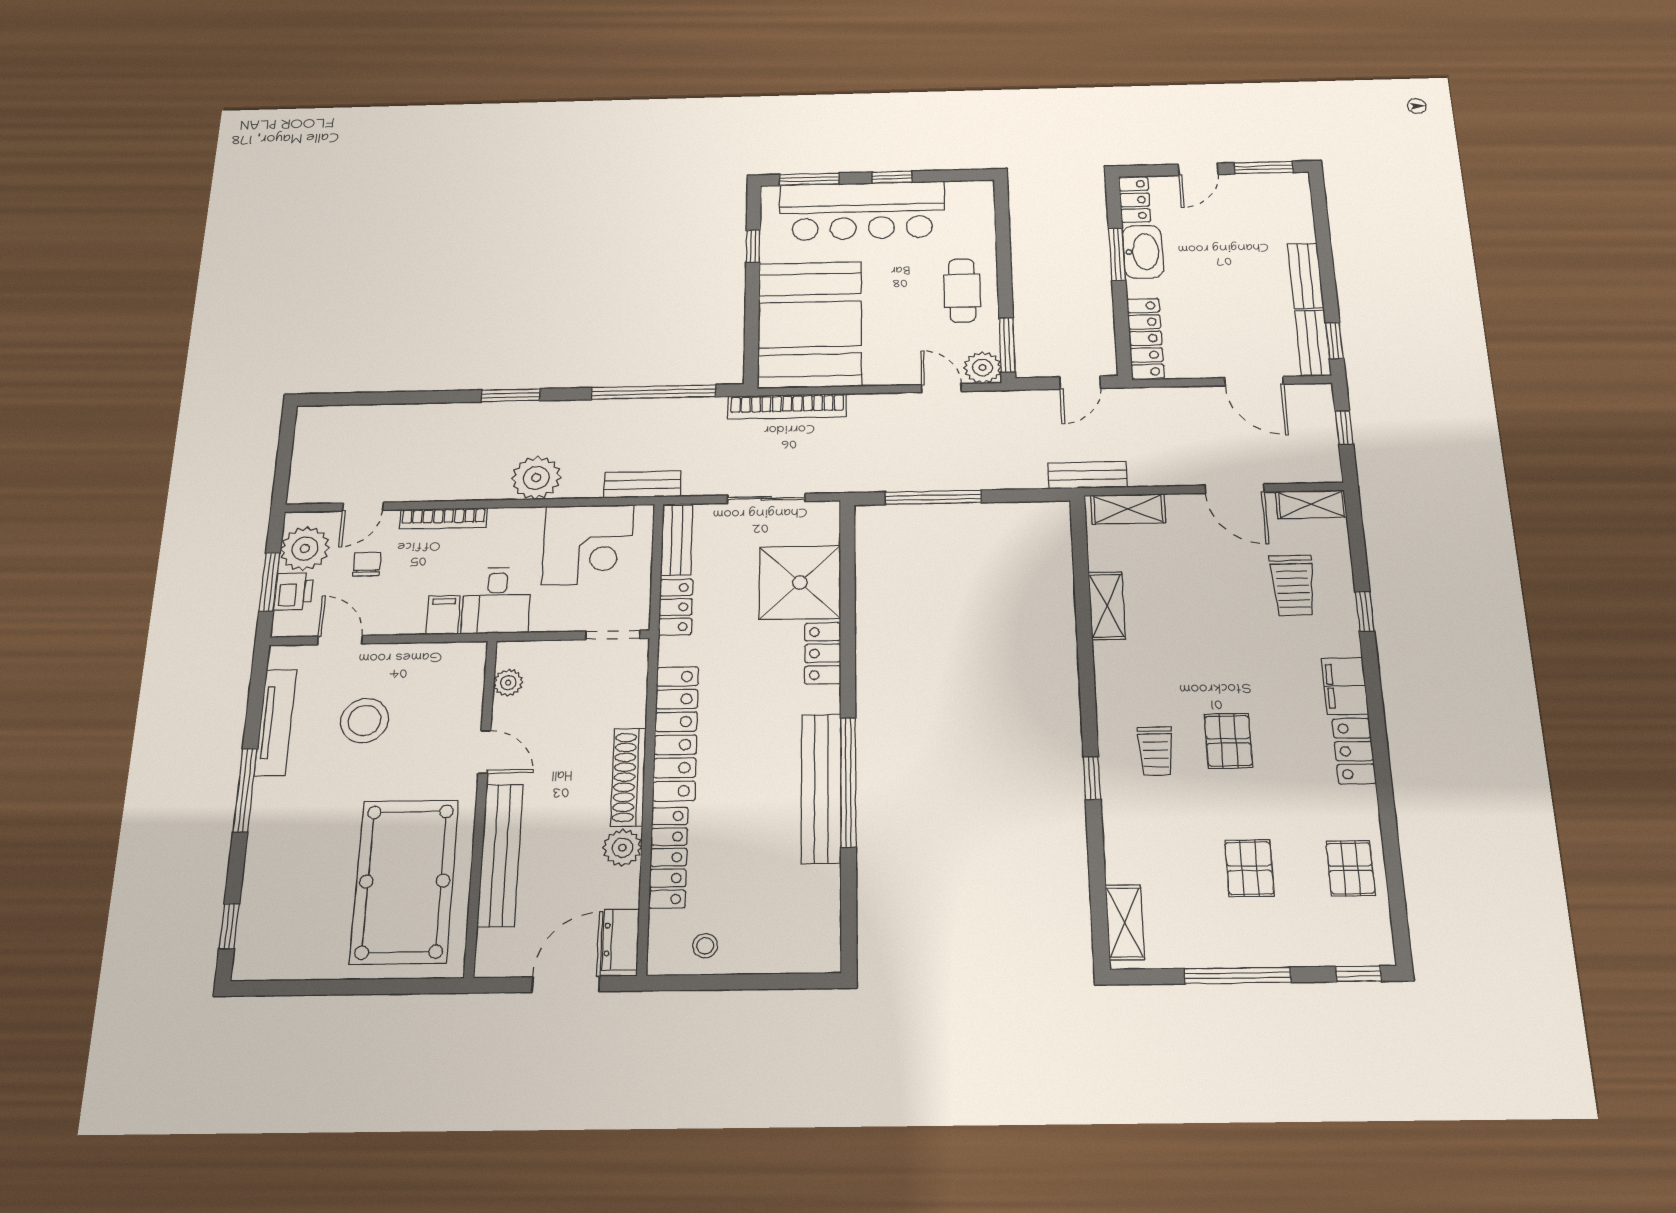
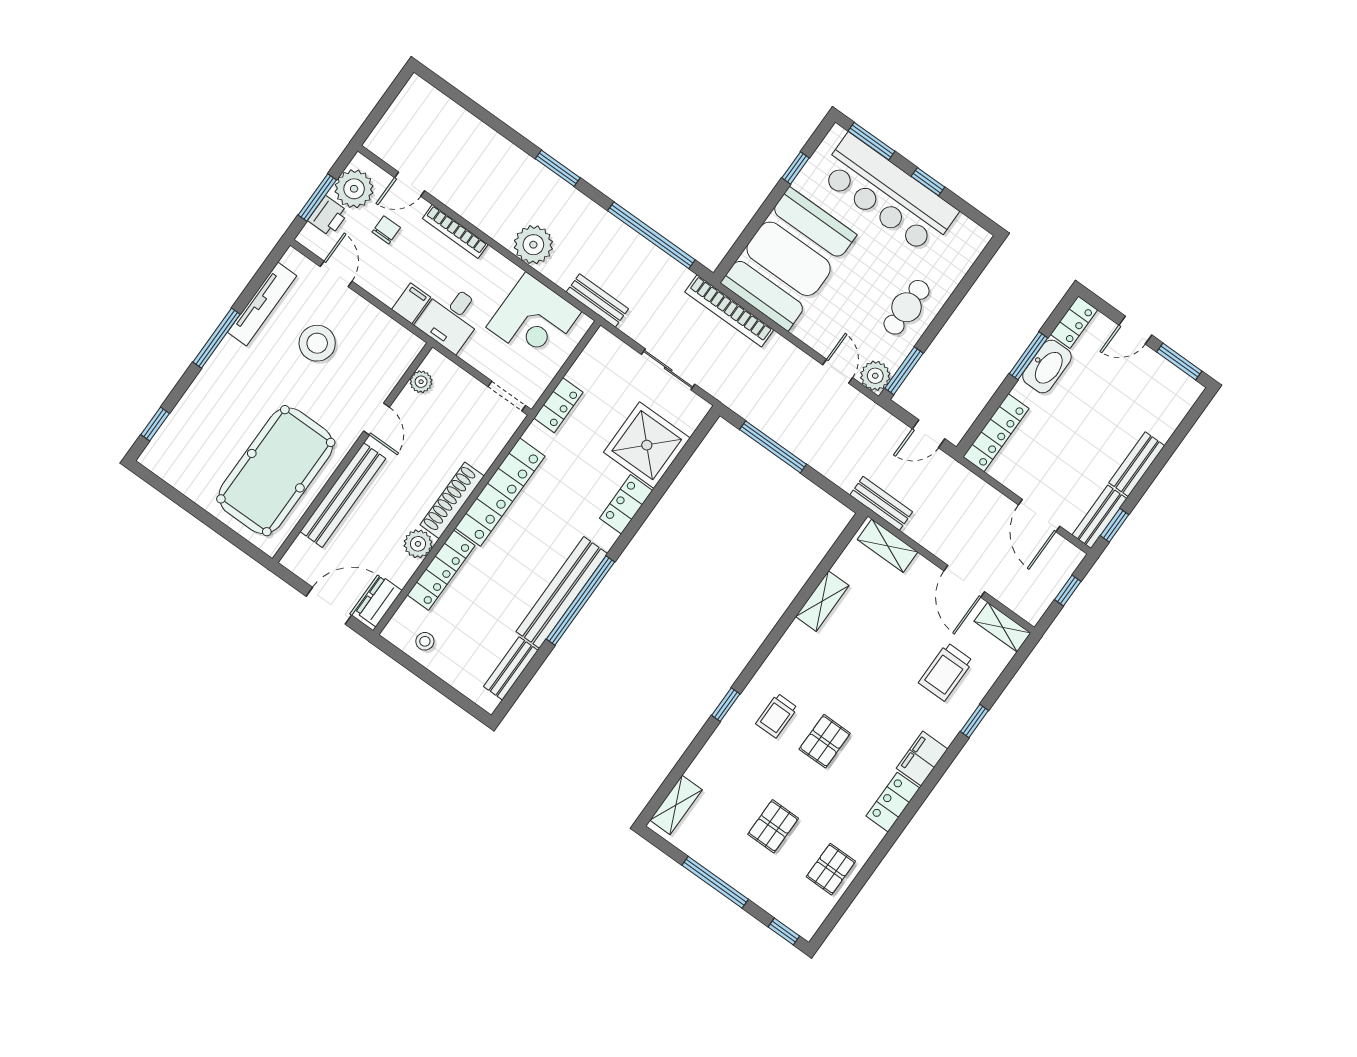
bench: (677, 540) -> (511, 668), moved

